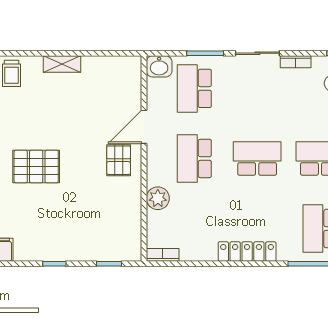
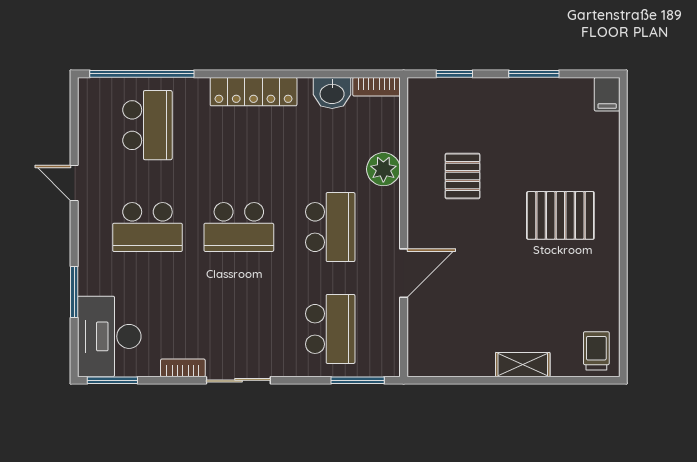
window: (205, 53) -> (358, 380), moved
washbasin: (159, 66) -> (332, 93), moved, turned 180
pallet: (119, 160) -> (463, 176), moved
window: (54, 264) -> (534, 74), width x1.50

